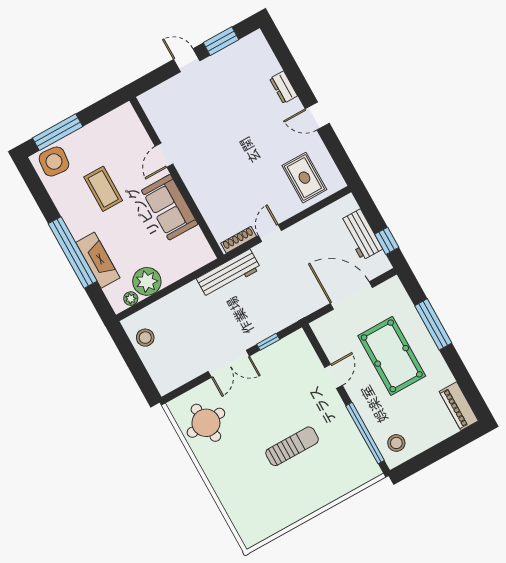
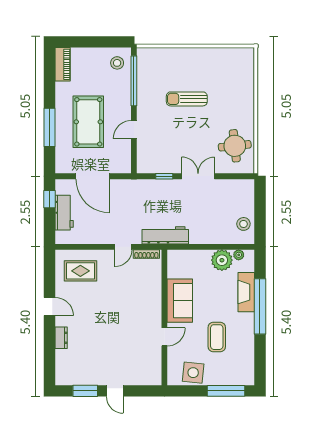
side table: (54, 161) -> (193, 373), moved
rug: (304, 178) -> (80, 271), turned 90

